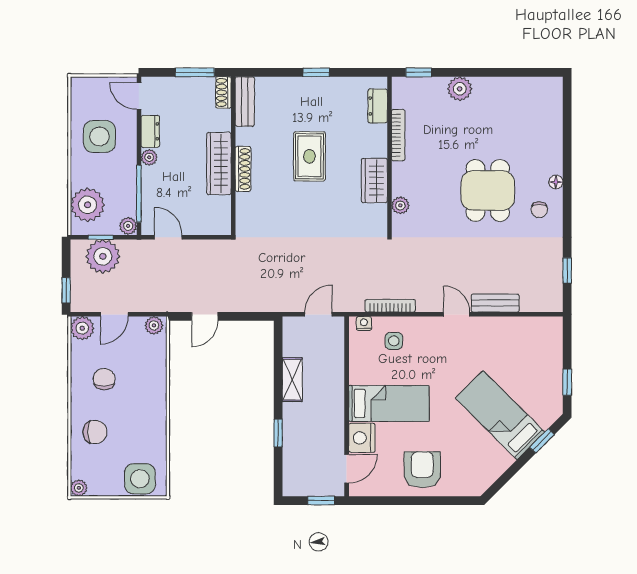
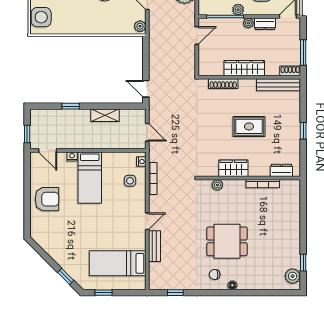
window: (419, 72) -> (303, 263), moved
plant: (460, 89) -> (293, 276), moved
bench: (245, 102) -> (278, 85), width x1.36
shoe rack: (243, 169) -> (223, 84), moved
plant: (128, 226) -> (238, 10), moved
door: (205, 316) -> (146, 89), moved
bed: (500, 415) -> (118, 263), moved, turned -135
nightstand: (362, 438) -> (72, 156), width x0.53, depth x0.56

